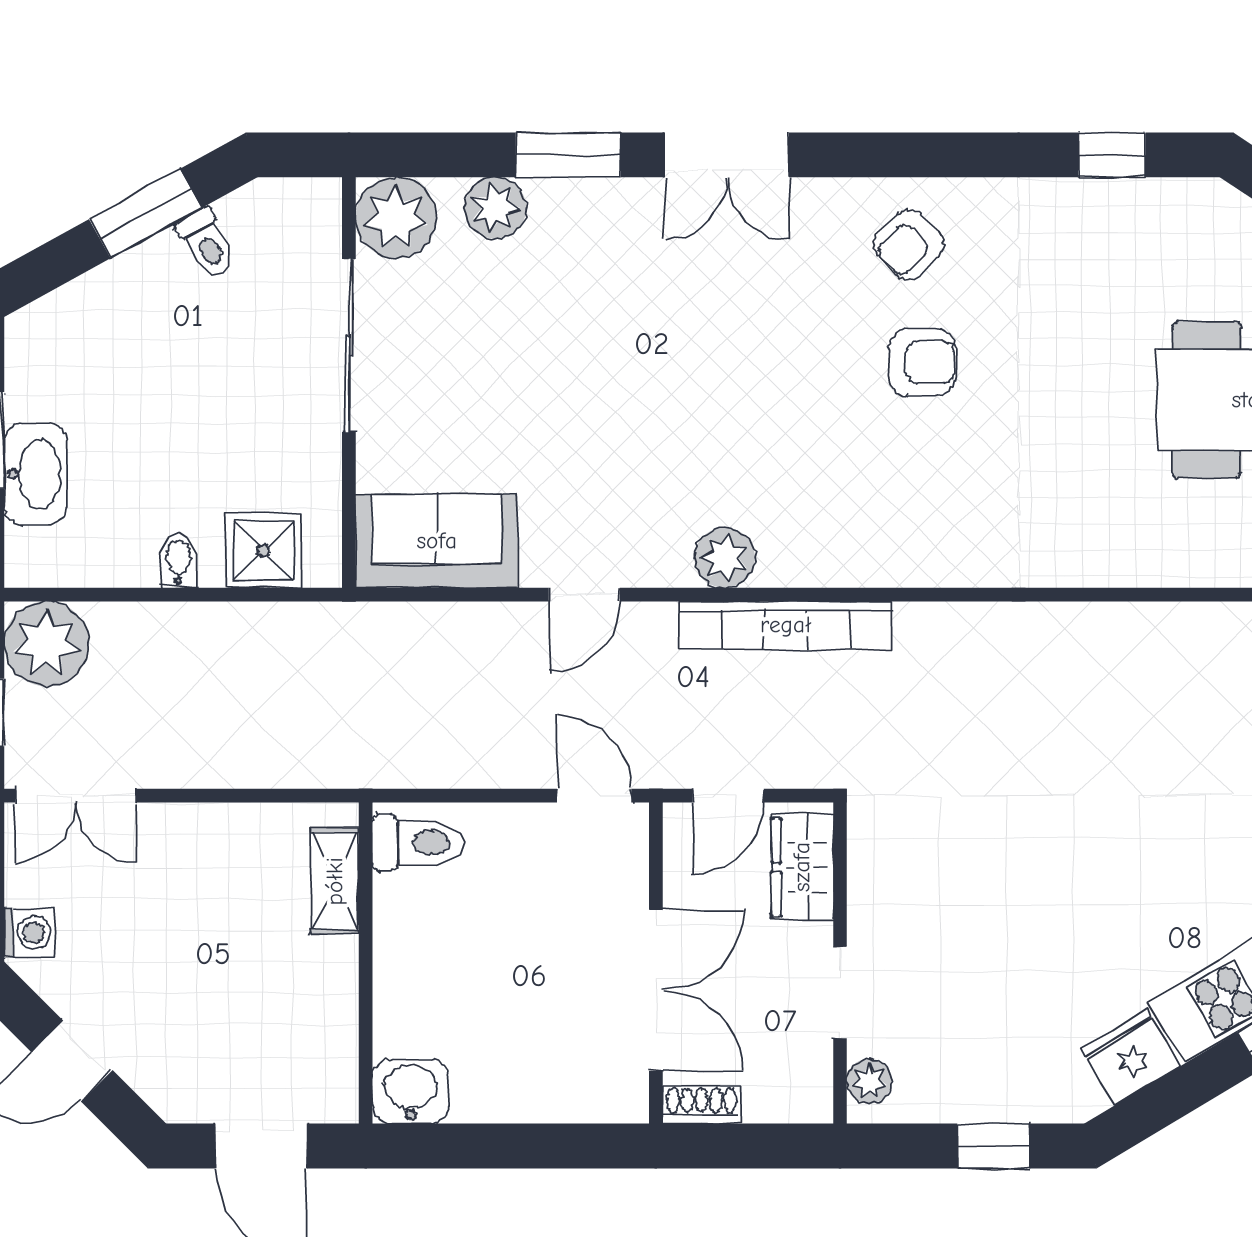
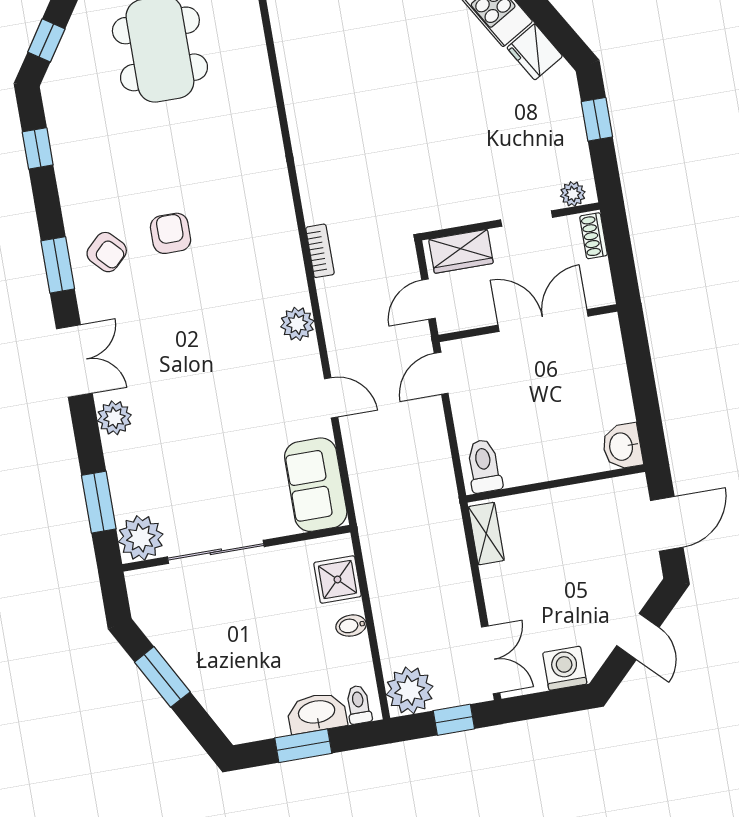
window: (568, 155) -> (99, 502), moved
window: (901, 155) -> (58, 265), added
plant: (495, 208) -> (114, 418), moved
toilet: (206, 243) -> (359, 705), moved, turned -61
bookcase: (786, 625) -> (320, 251), width x0.43, depth x0.76
door: (728, 796) -> (428, 299), swing flipped
shelving: (335, 881) -> (486, 534), moved, turned 90
washing machine: (29, 933) -> (565, 668), width x1.38, depth x1.38
shoe rack: (701, 1105) -> (594, 236), moved

